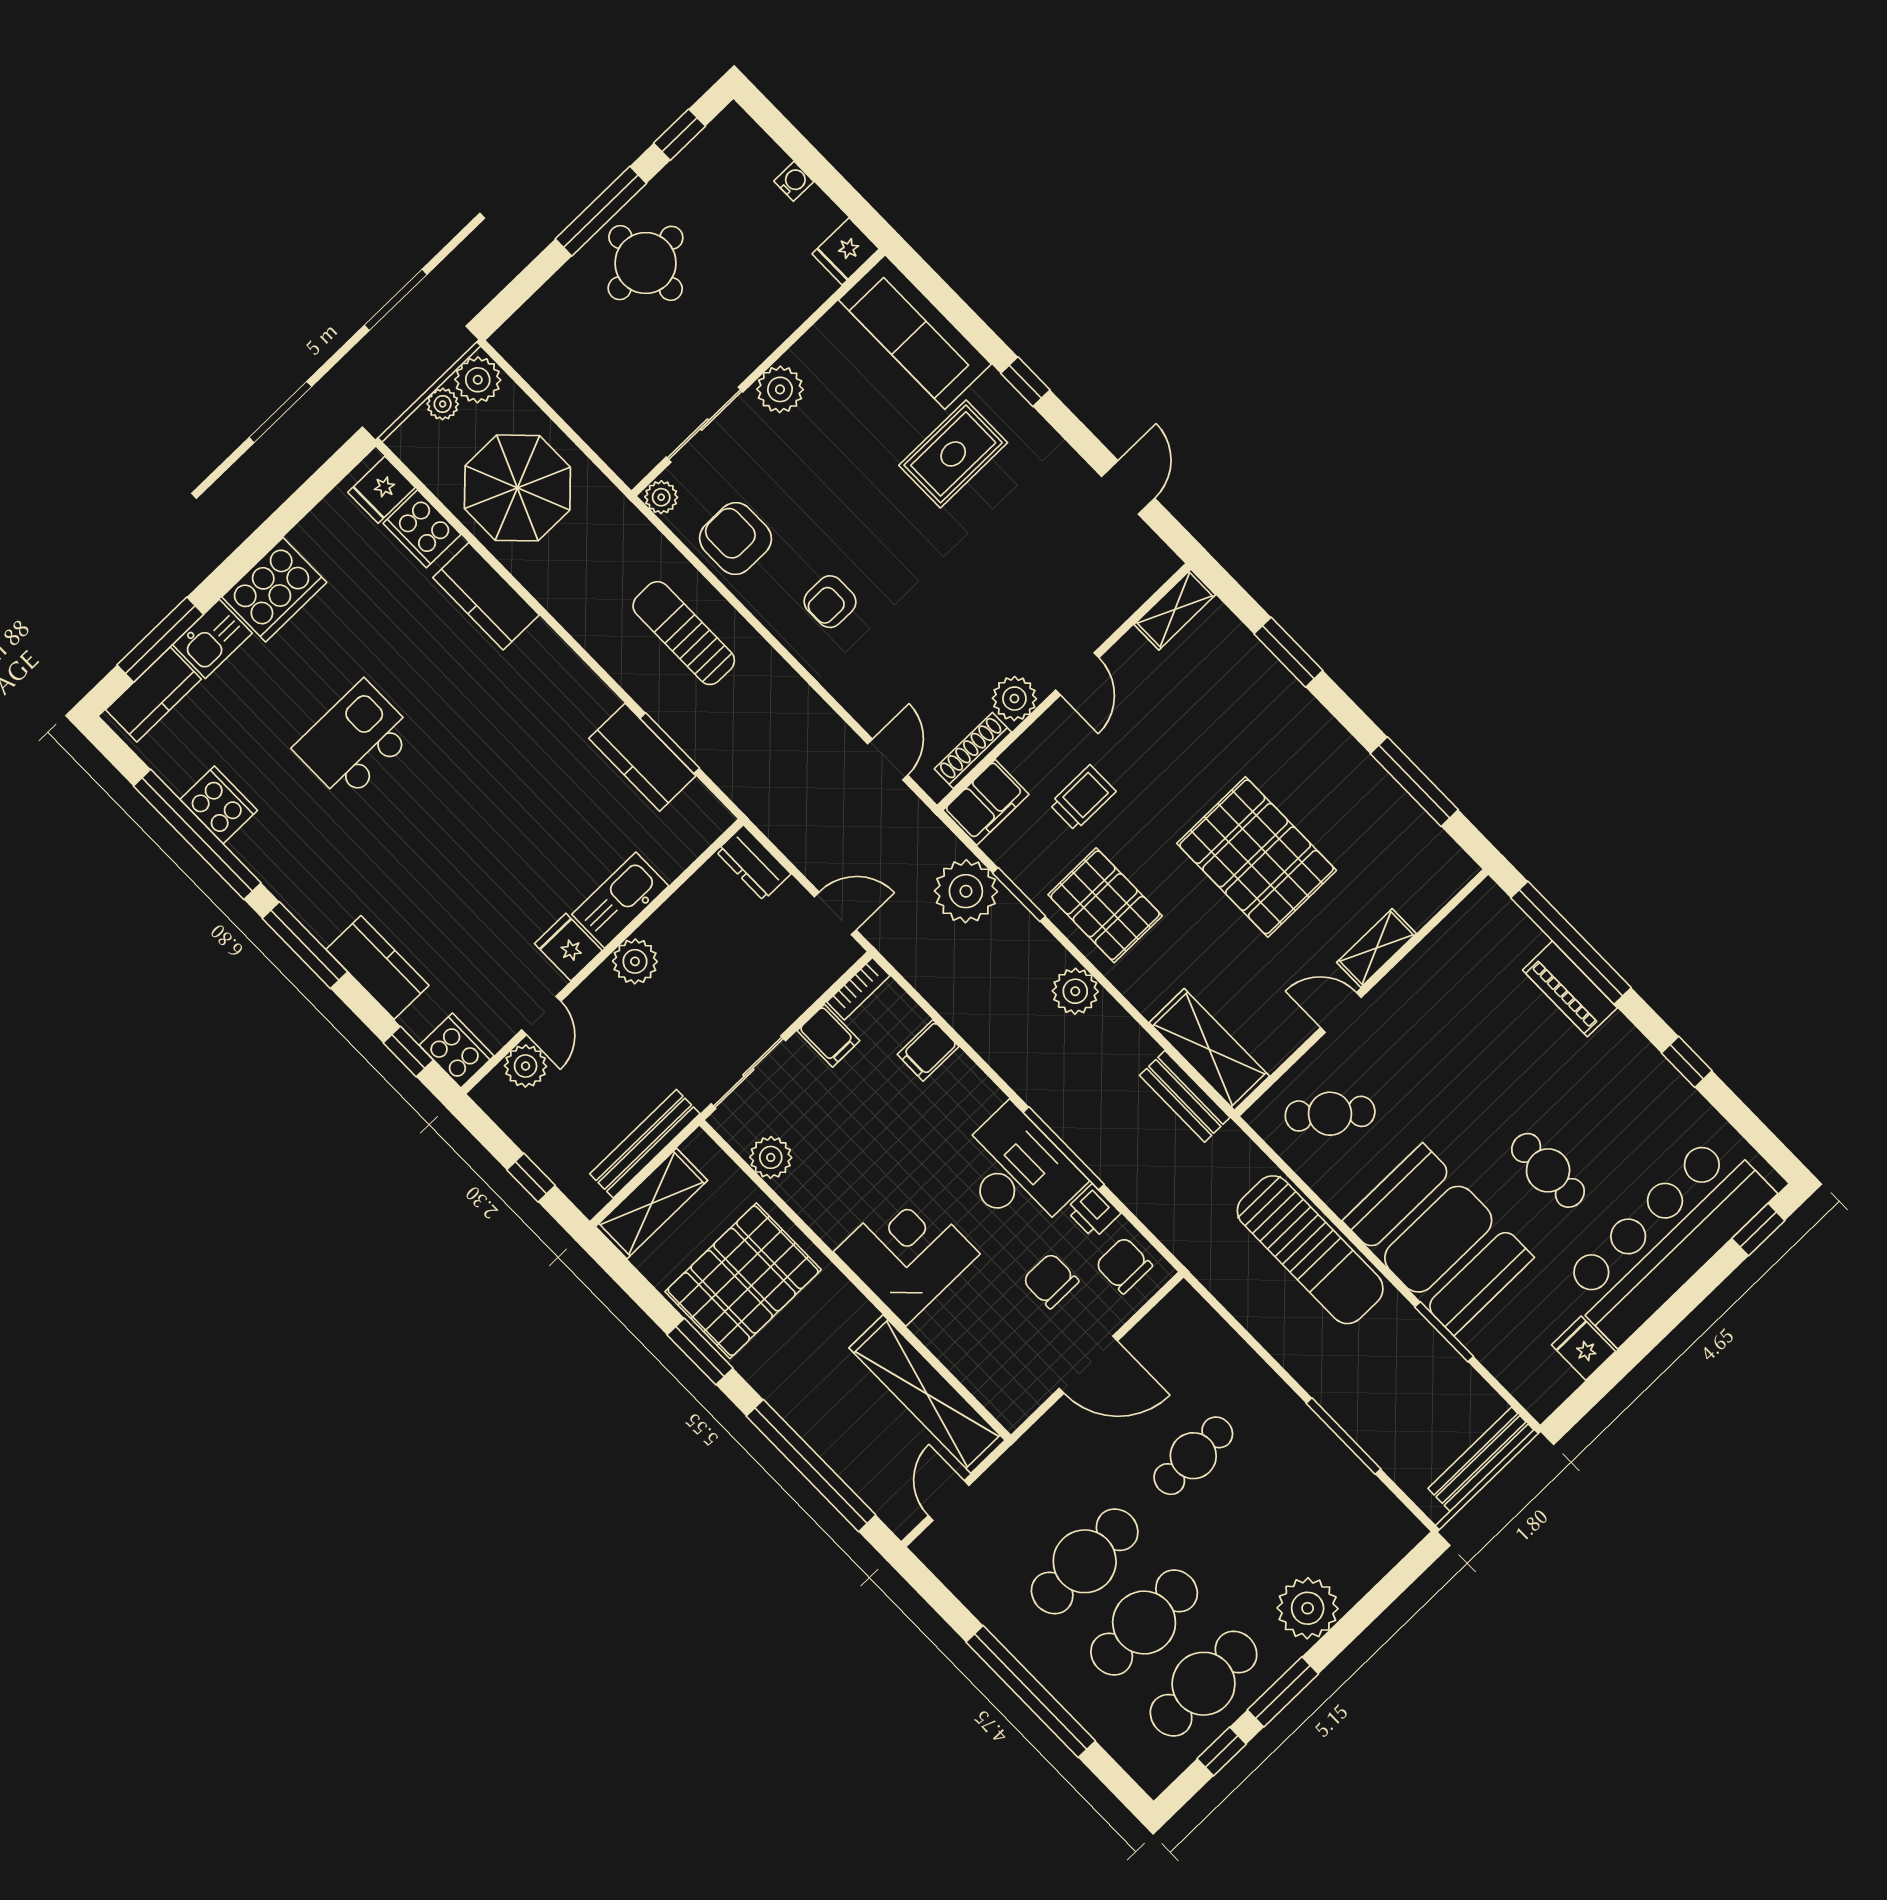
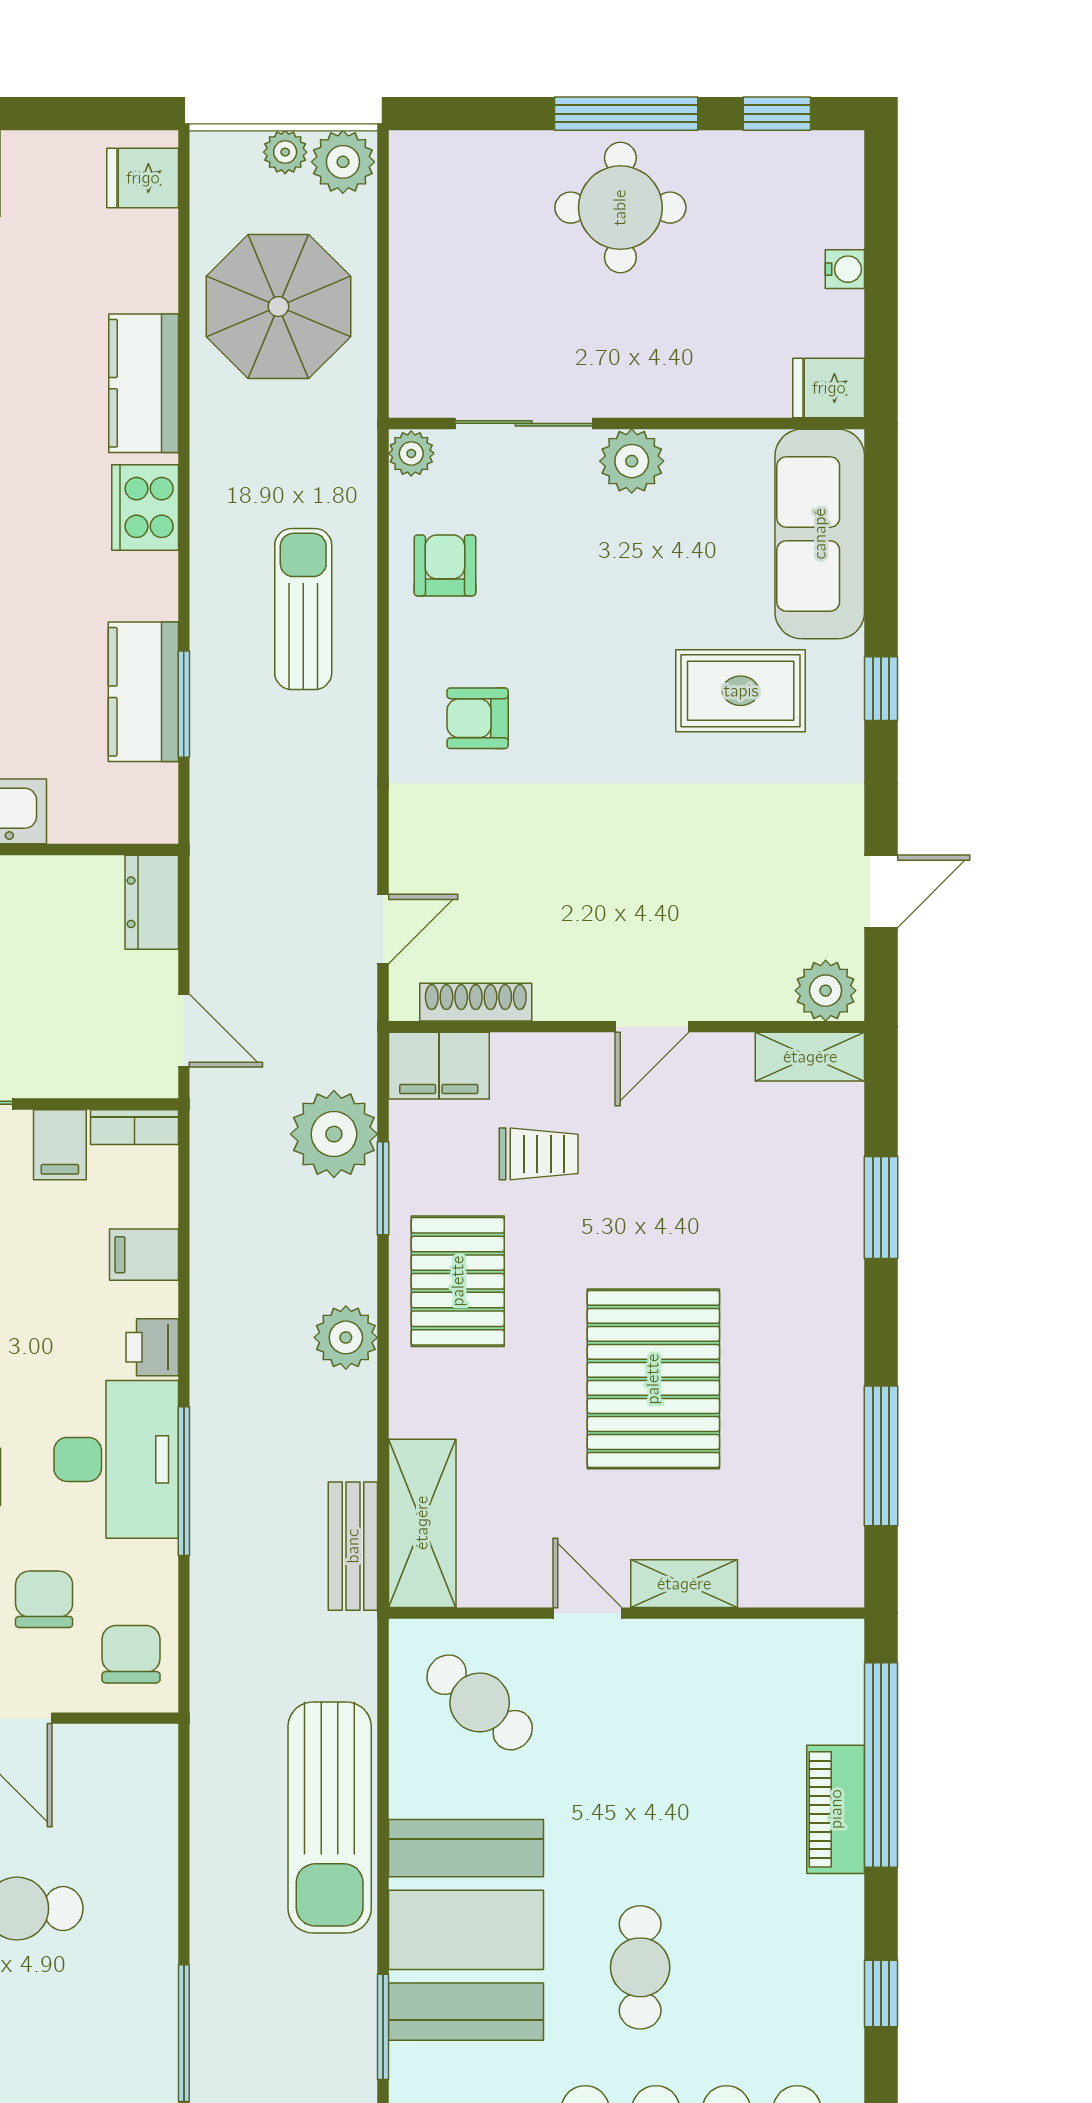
cooker: (422, 529) -> (145, 507), moved
armchair: (736, 539) -> (445, 565), width x0.72, depth x0.72
plant: (1014, 699) -> (826, 991), moved
printer: (1093, 1211) -> (152, 1347), moved

